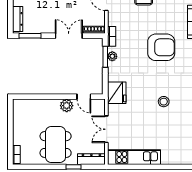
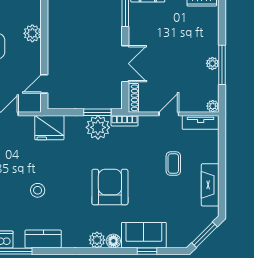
armchair: (161, 47) -> (110, 187), turned 180
plant: (112, 56) -> (98, 127), width x1.88, depth x1.88
plant: (67, 106) -> (32, 33), moved

